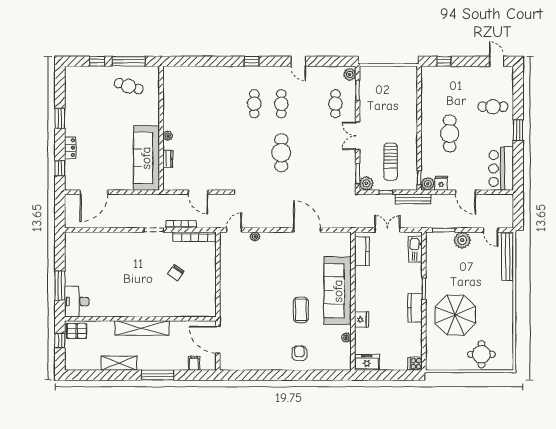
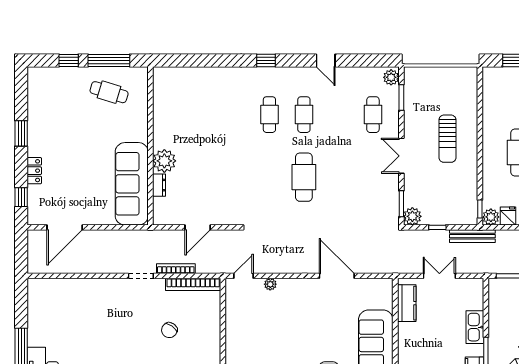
plant: (168, 136) -> (164, 161), width x1.87, depth x1.87
sun lounger: (391, 162) -> (447, 139), moved
door: (198, 192) -> (198, 227), hinge flipped
kitchen sink: (415, 249) -> (475, 327), moved

